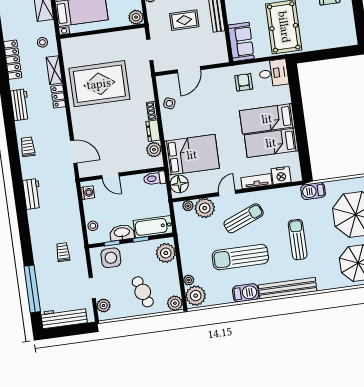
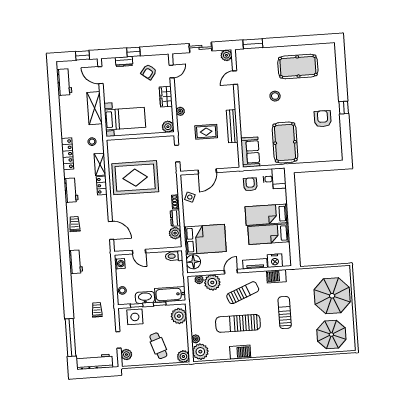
barbecue: (313, 191) -> (276, 276), moved
bench: (288, 288) -> (274, 351), removed

